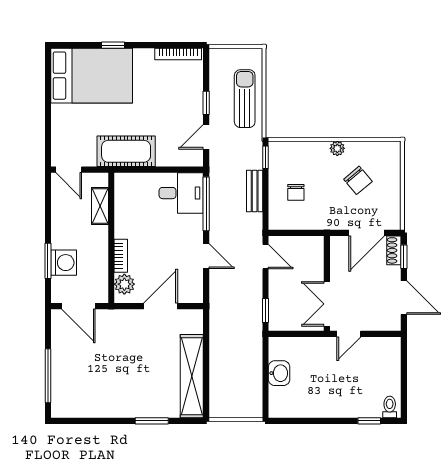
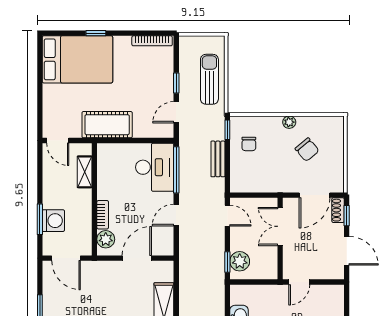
chair: (296, 192) -> (249, 144), moved
desk: (181, 193) -> (155, 167), width x1.37
door: (206, 256) -> (176, 215), swing flipped
double door: (327, 304) -> (280, 226), moved
plant: (280, 310) -> (240, 261), added

